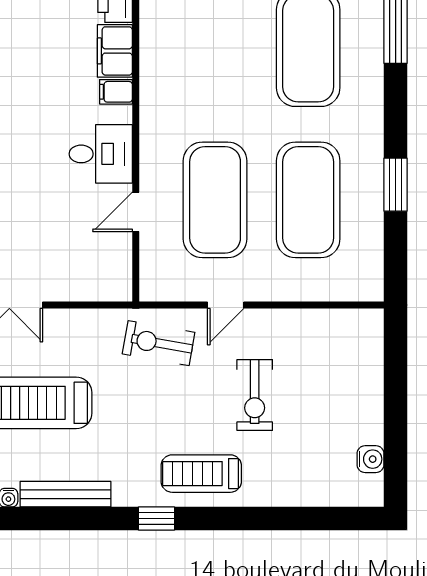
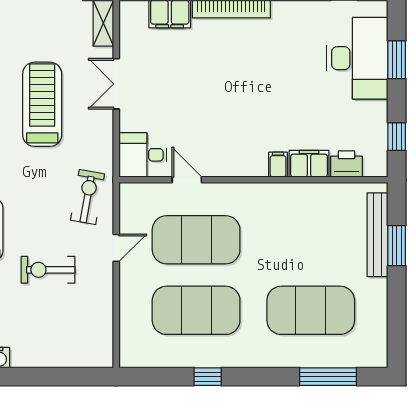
desk: (101, 154) -> (143, 155), moved, turned 90
window: (396, 185) -> (208, 377), width x0.67
door: (226, 305) -> (116, 248), swing flipped

